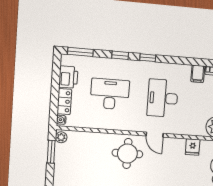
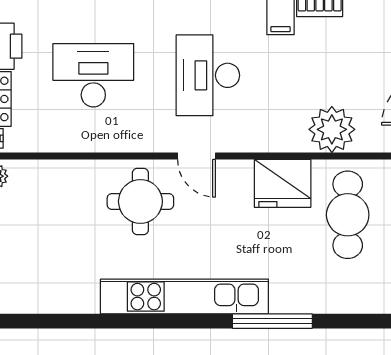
fridge: (193, 147) -> (283, 183), width x1.88, depth x1.34

